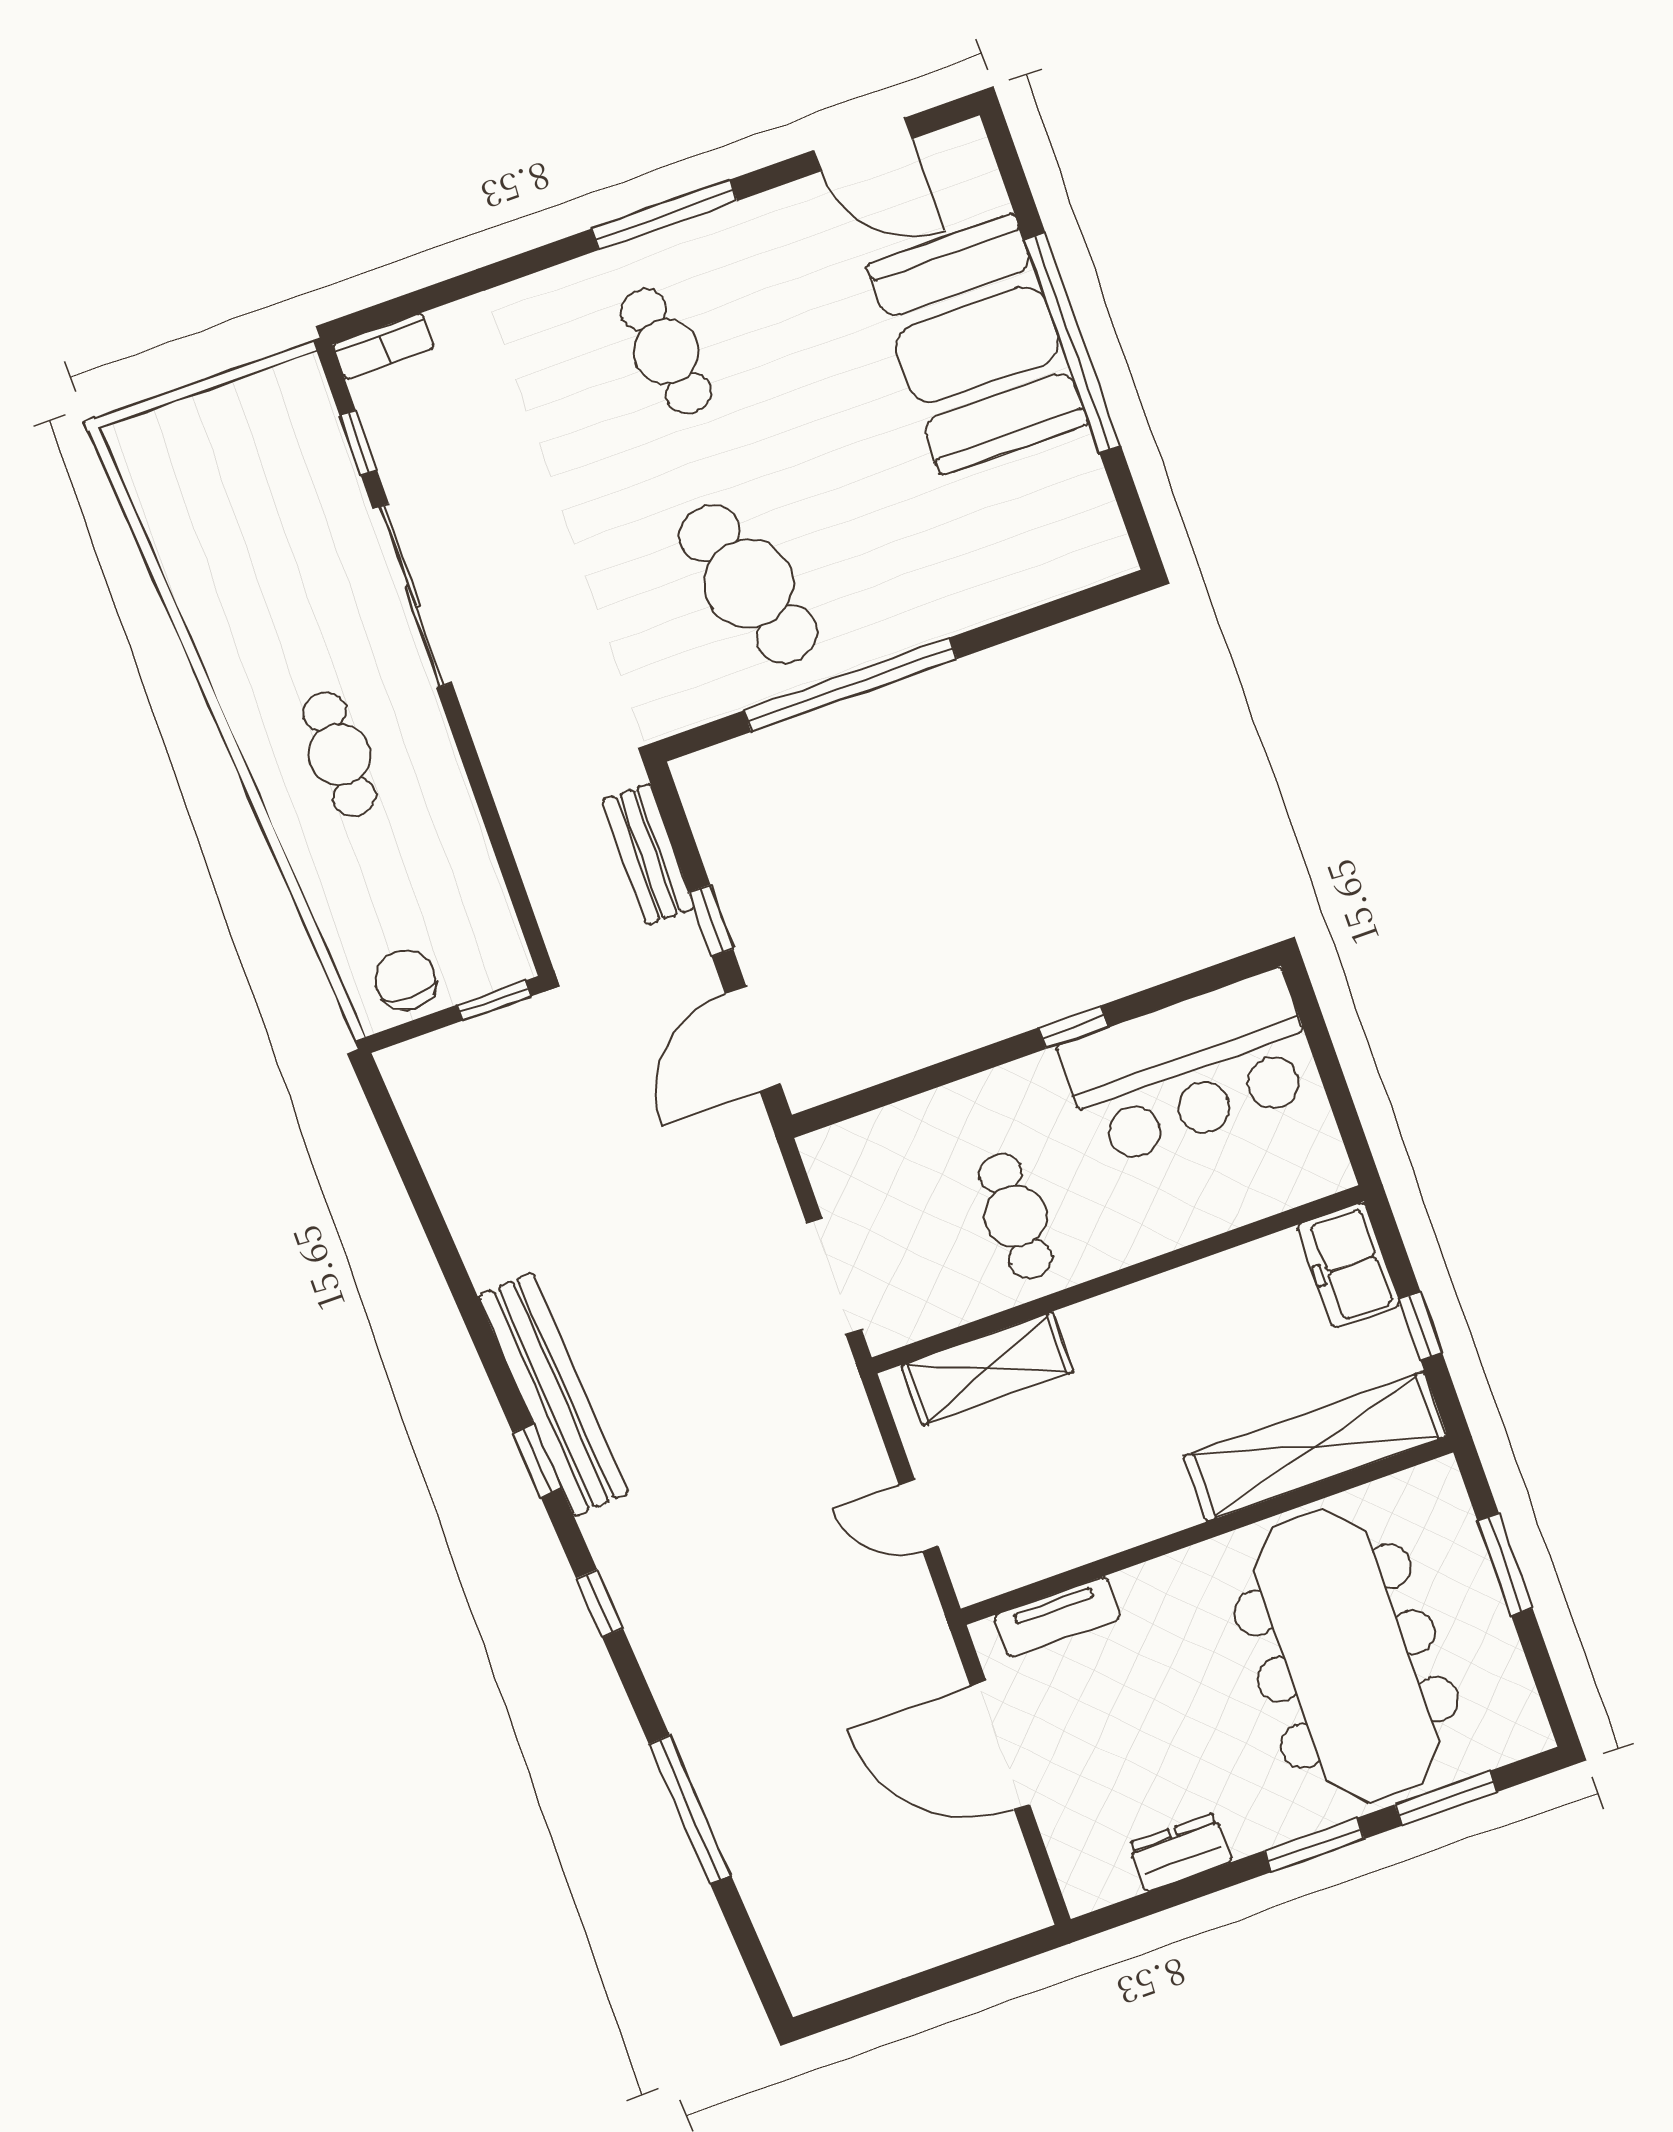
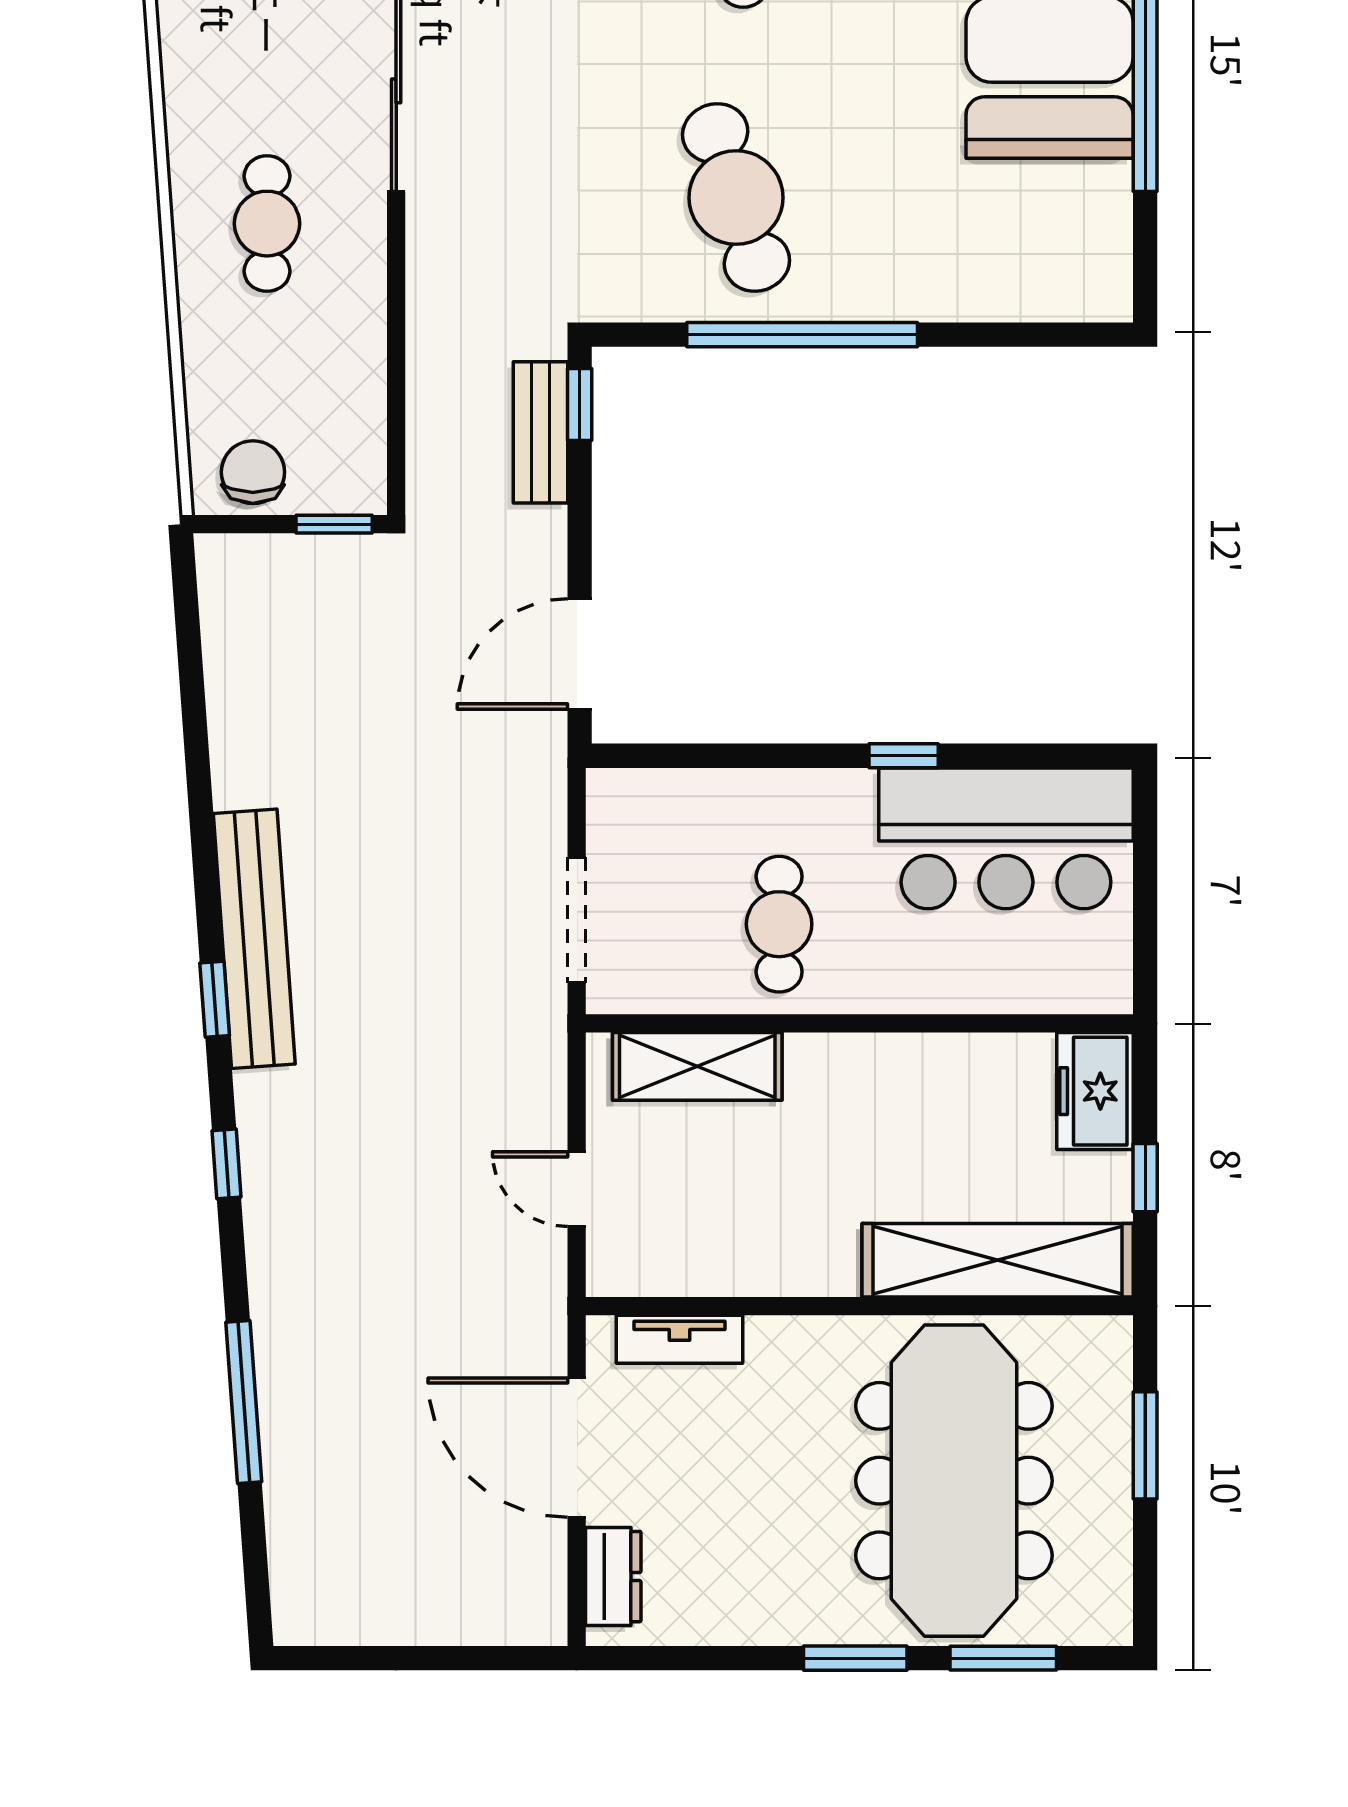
window: (711, 920) -> (580, 405), moved
dresser: (1180, 1853) -> (613, 1577), moved, turned 90

